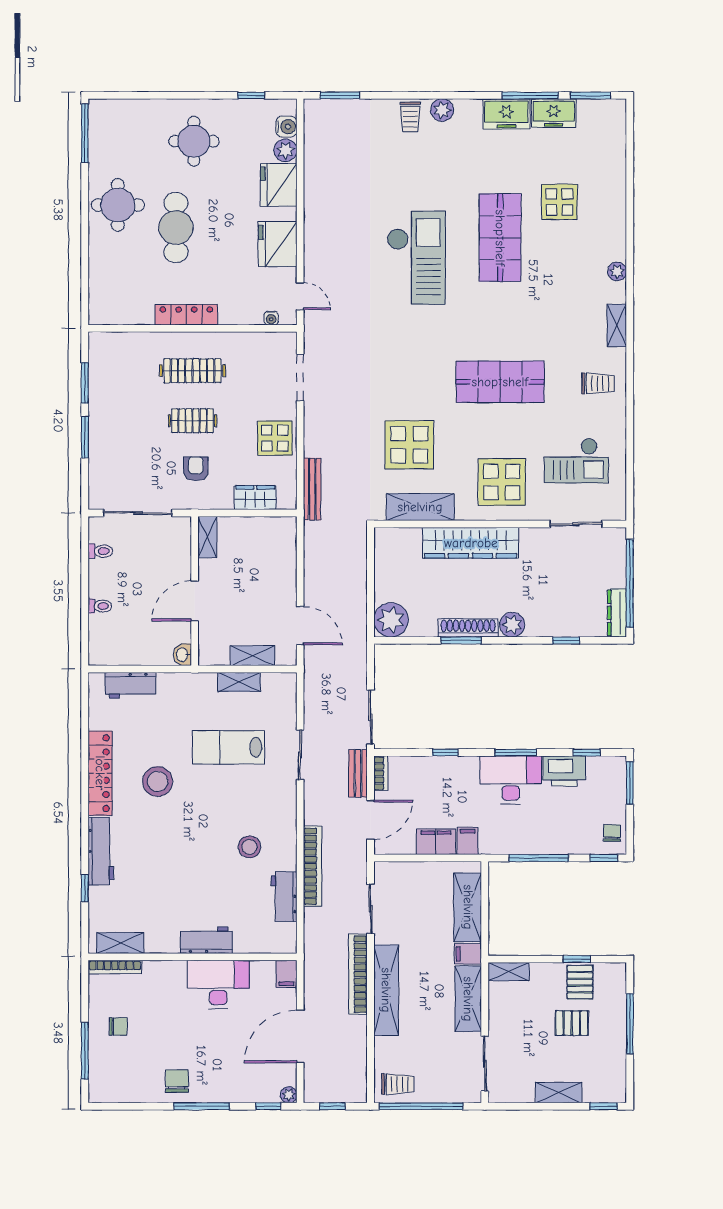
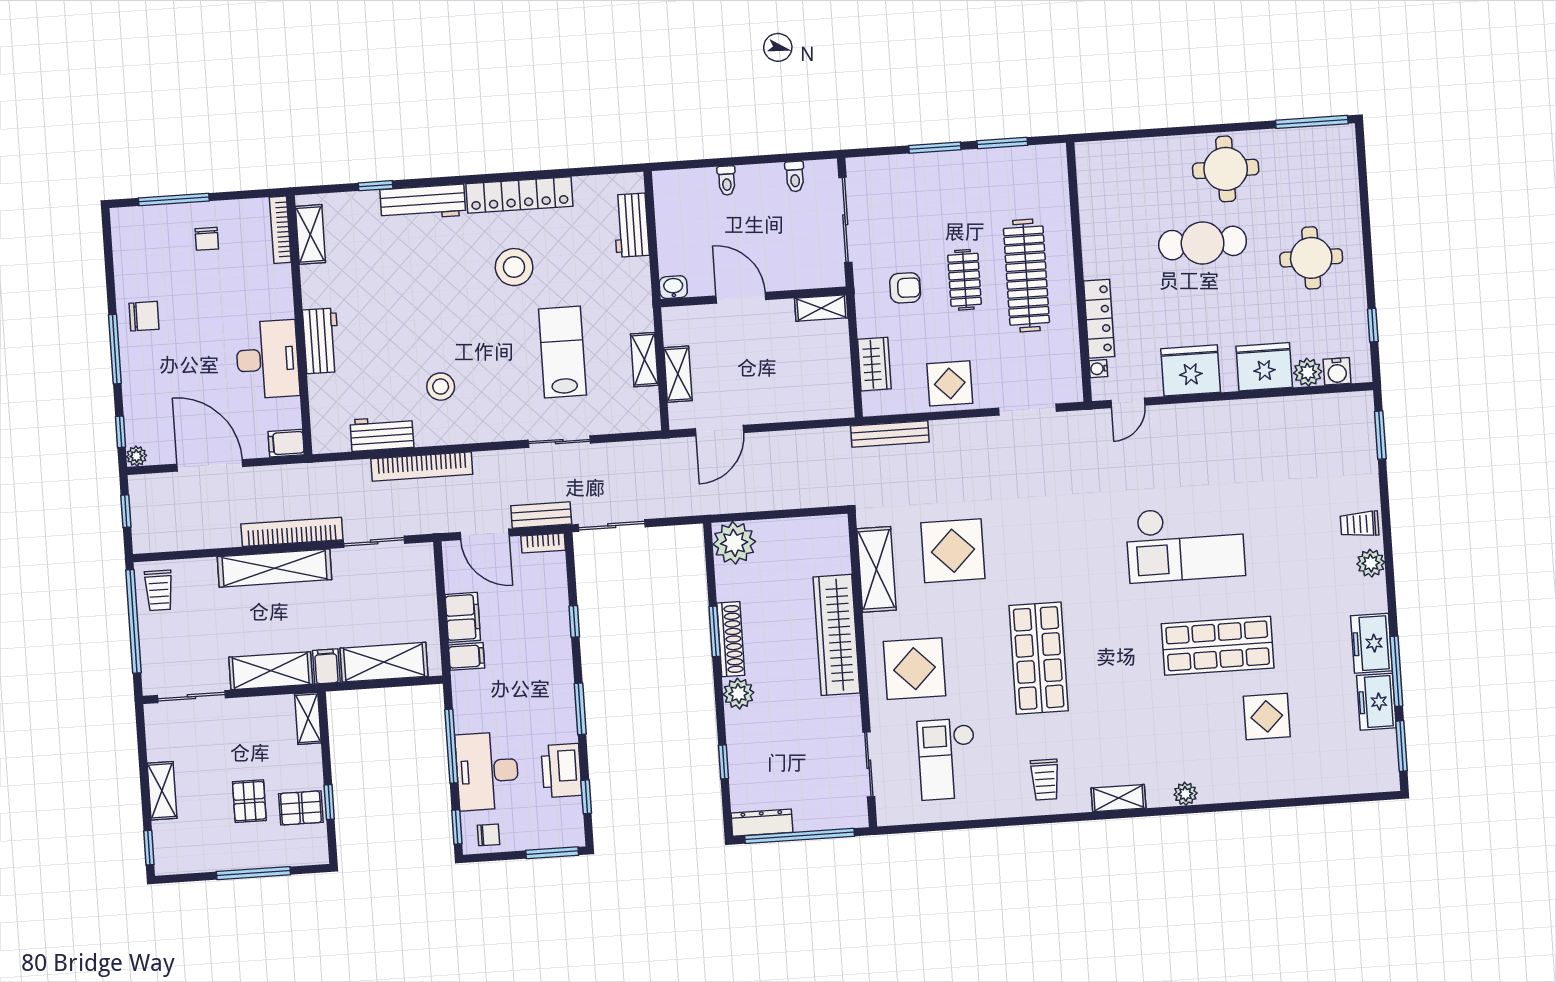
locker: (186, 315) -> (1099, 319), moved
clothes rail: (192, 371) -> (1026, 276), width x1.37, depth x1.31
desk: (511, 780) -> (487, 771), moved, turned 180

